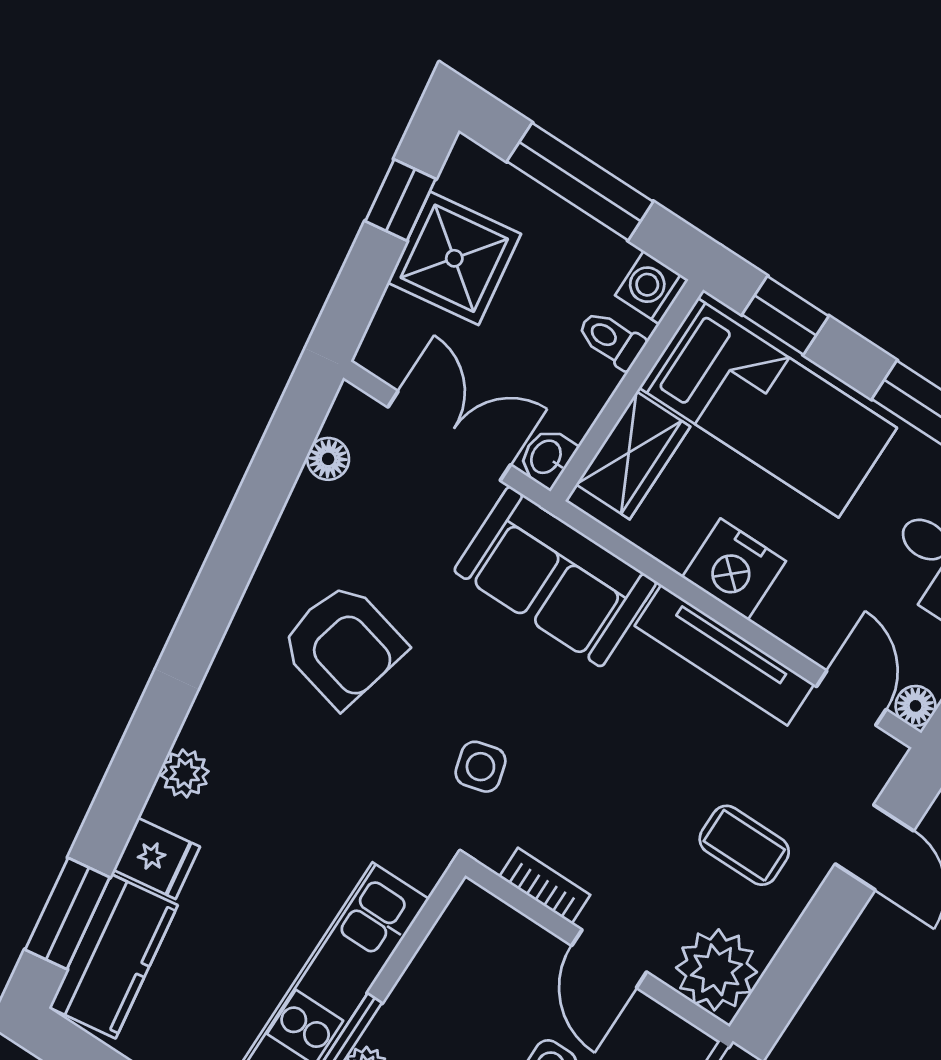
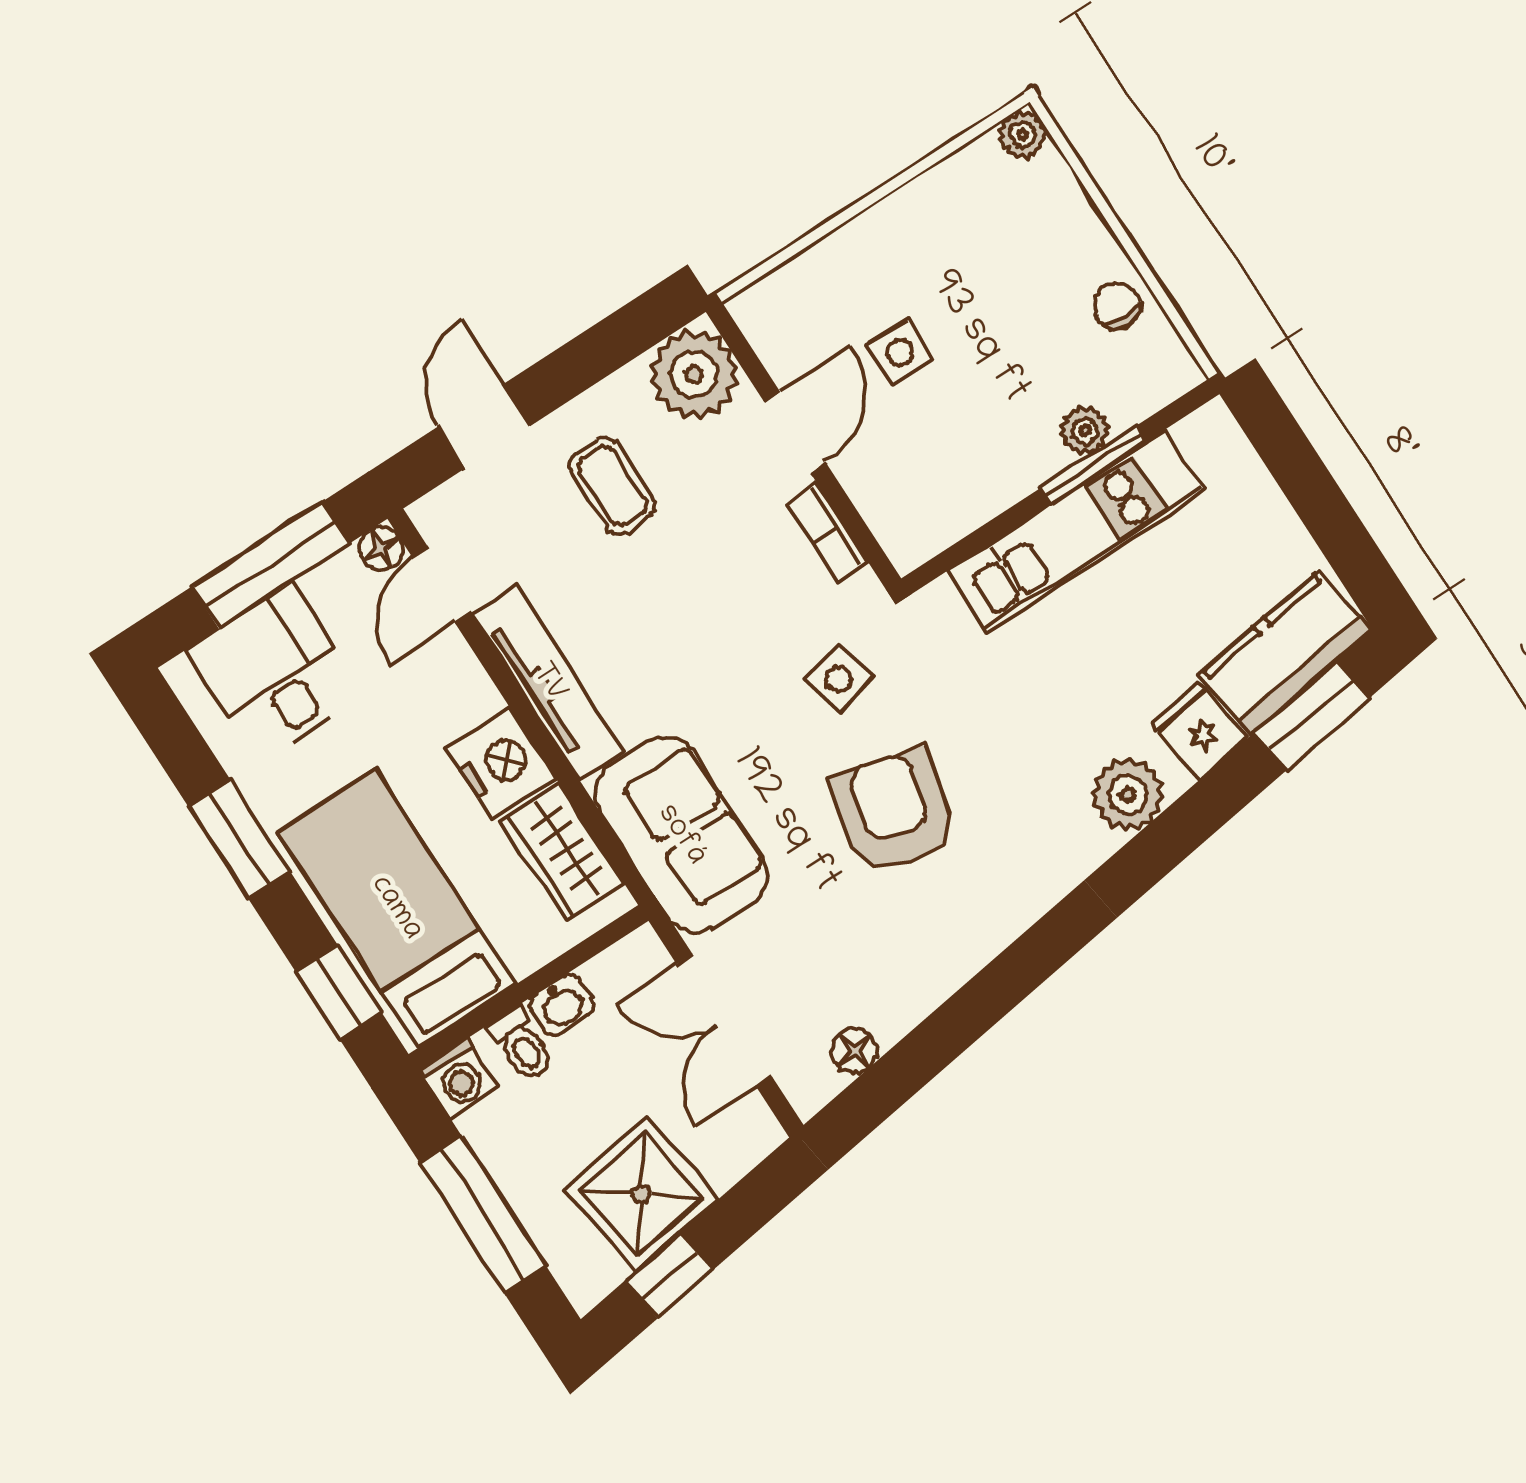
wardrobe: (633, 455) -> (562, 852), moved, turned -90
washbasin: (547, 457) -> (562, 1005), moved
armchair: (343, 645) -> (894, 811), moved
plant: (185, 773) -> (1128, 795), width x1.38, depth x1.38

